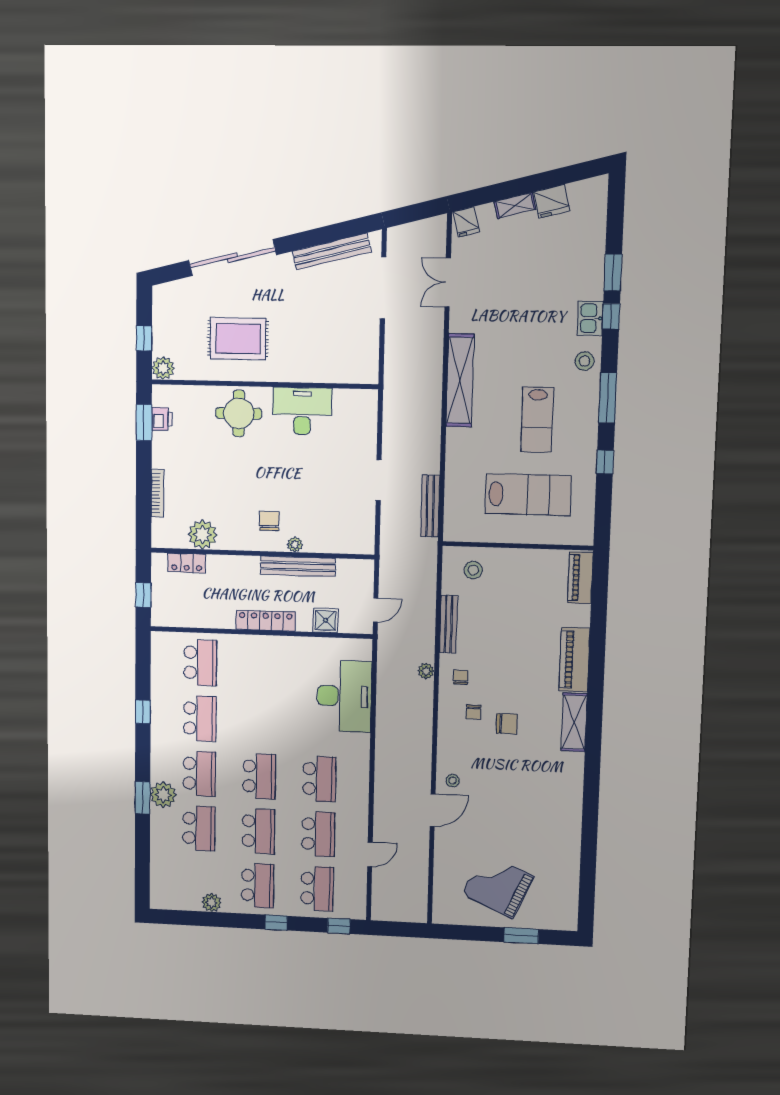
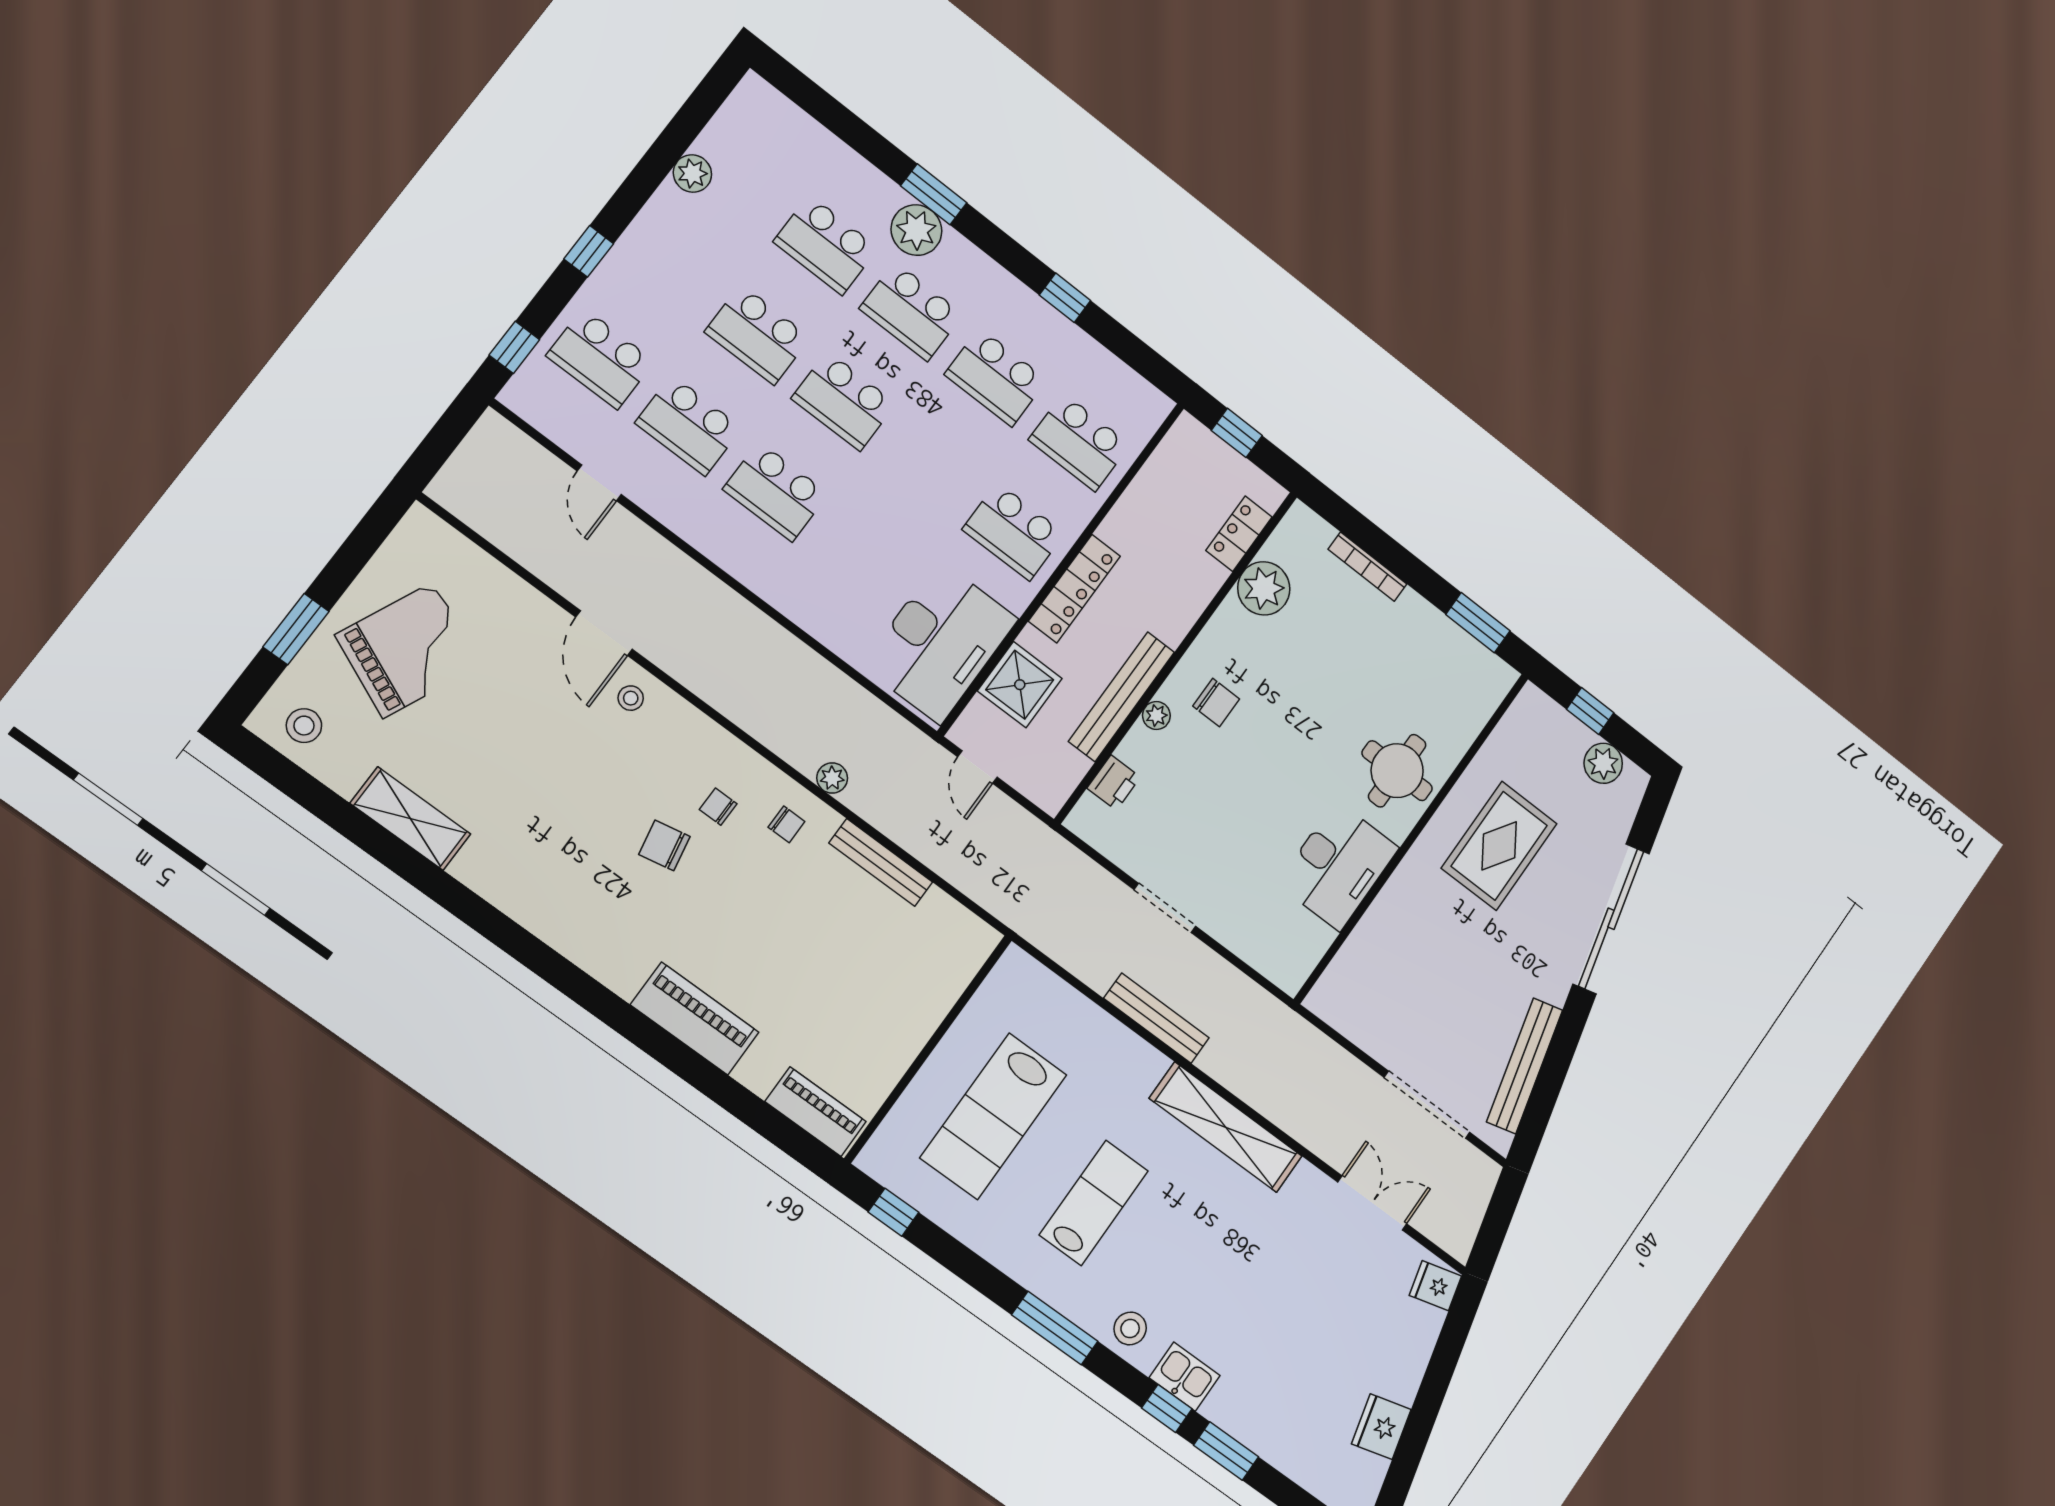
shelving: (515, 205) -> (1411, 1371), removed
plant: (163, 368) -> (1603, 763), moved
printer: (162, 419) -> (1114, 783), moved, turned -90
lab bench: (537, 420) -> (1094, 1203), turned 90
window: (605, 462) -> (893, 1212), moved
bench: (430, 506) -> (1156, 1018), moved
stool: (473, 570) -> (304, 726), moved
shower: (326, 620) -> (1020, 685), width x1.36, depth x1.36
desk: (344, 696) -> (940, 642), moved, turned -90
shelving: (574, 722) -> (410, 819), moved
chair: (507, 724) -> (664, 845), turned 79
school desk: (258, 885) -> (1013, 531), moved

